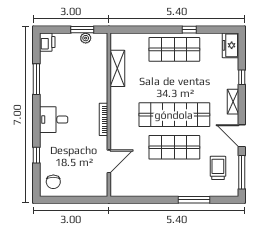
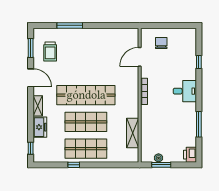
freezer: (230, 45) -> (40, 127), moved
window: (242, 77) -> (31, 148), moved
shop shelf: (174, 147) -> (86, 122), moved
window: (242, 172) -> (31, 48), width x0.69
chair: (53, 182) -> (161, 43), moved

